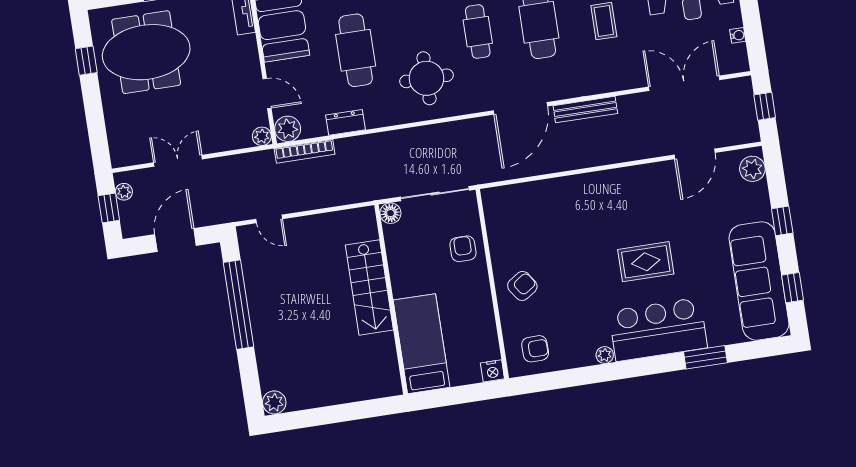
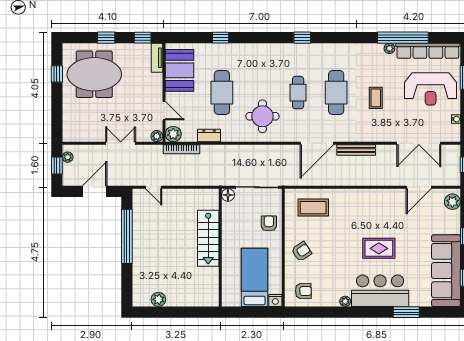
double door: (684, 83) -> (419, 143), swing flipped
double door: (178, 161) -> (121, 143), moved
coffee table: (530, 212) -> (313, 208), added
bed: (422, 344) -> (255, 277), moved
plant: (274, 402) -> (158, 299), moved

